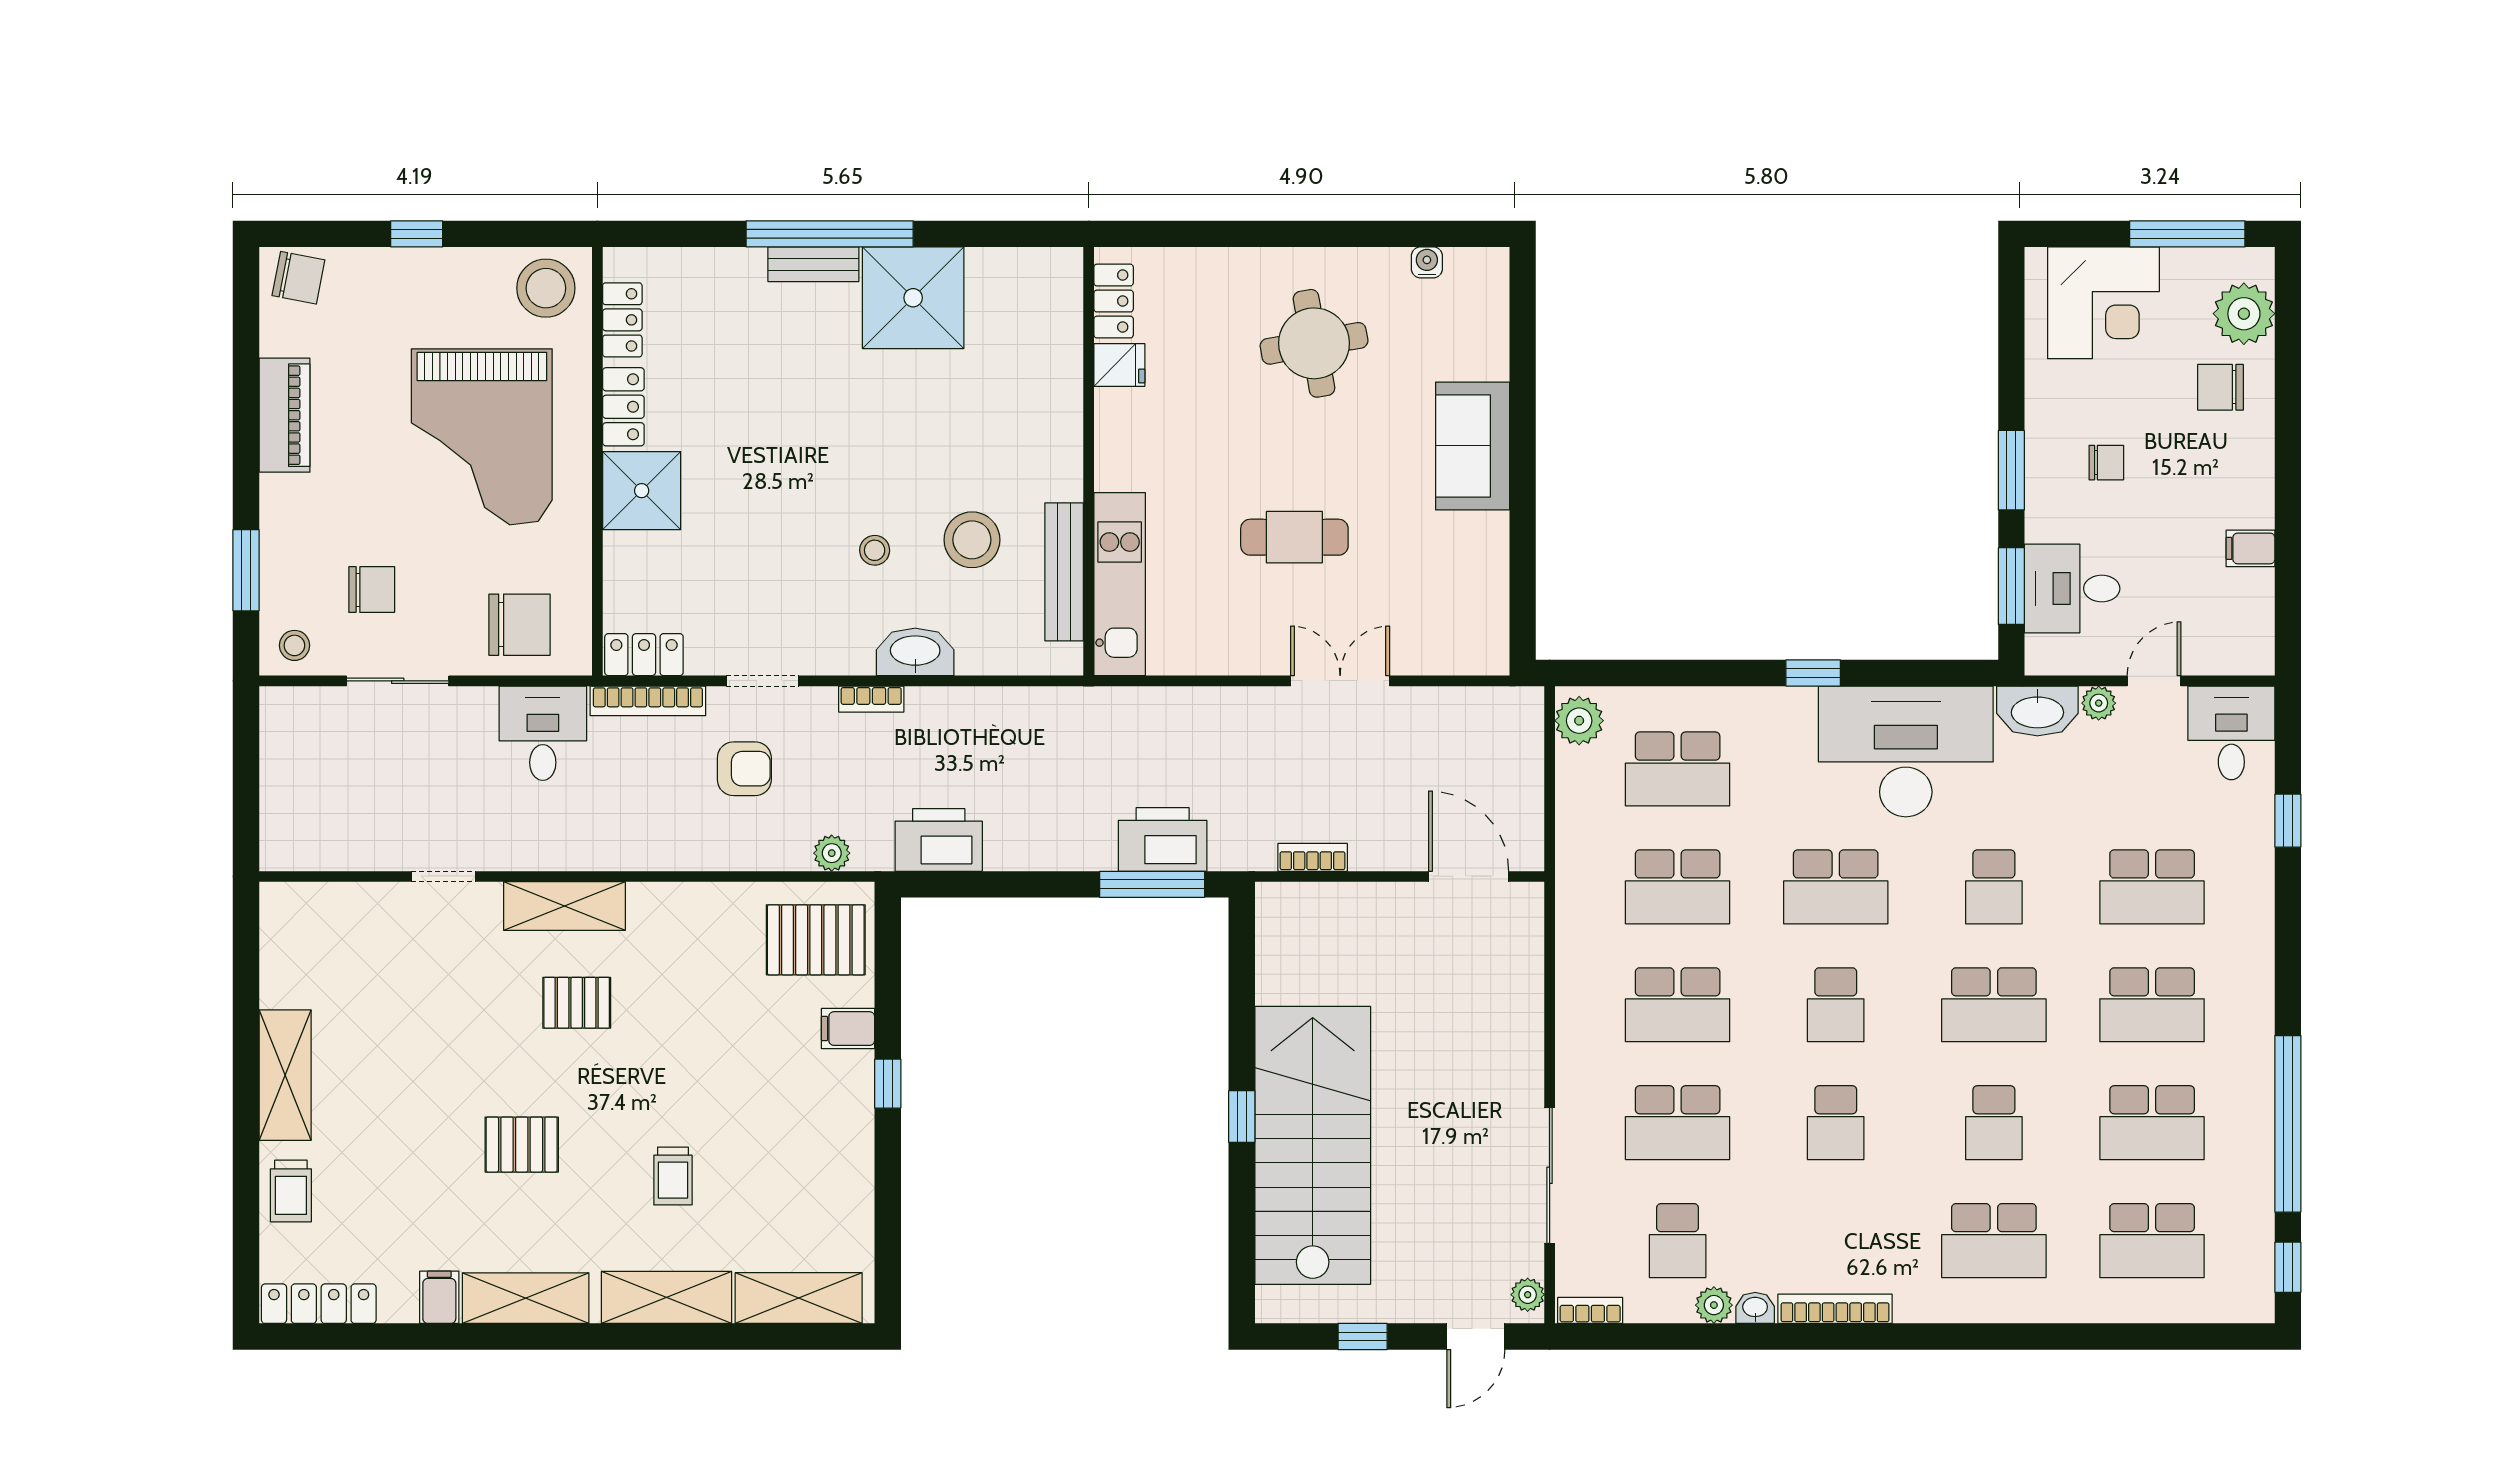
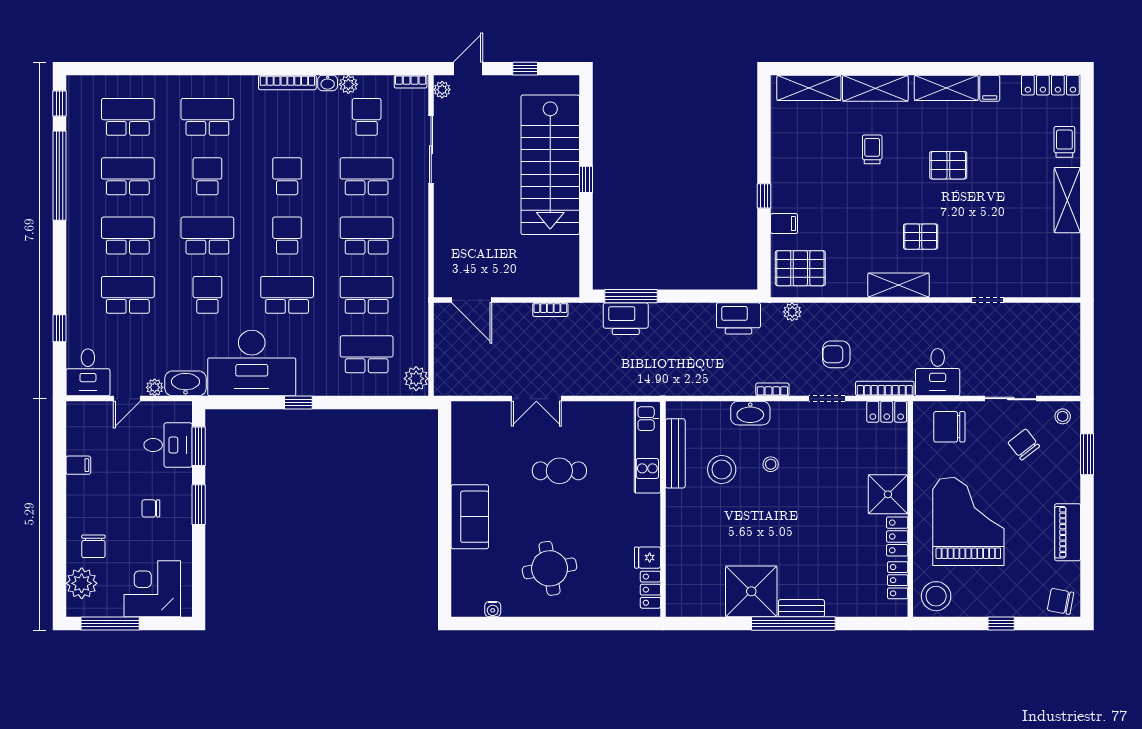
chair: (2220, 387) -> (93, 546), turned 90
chair: (372, 590) -> (1024, 444), turned 52
shelving: (565, 906) -> (899, 285), moved

